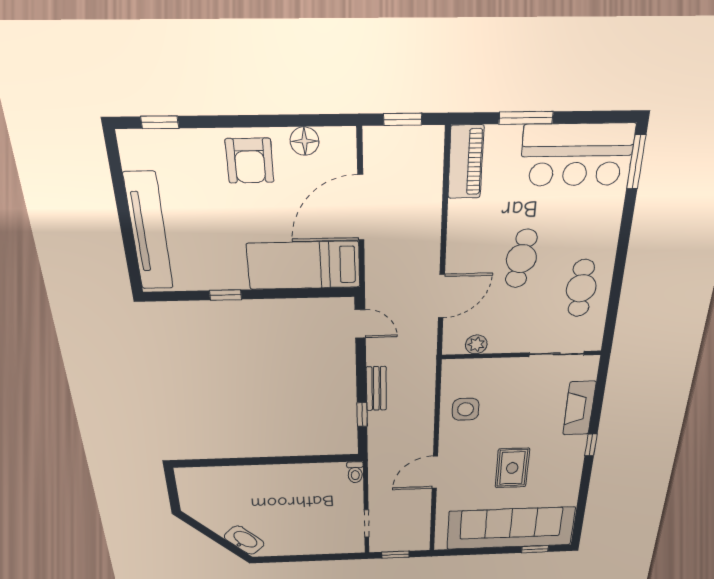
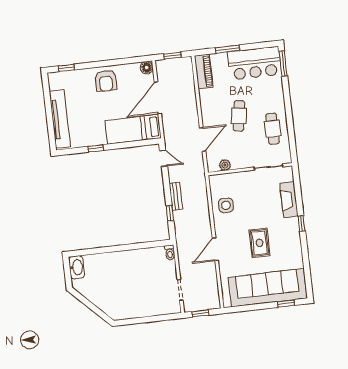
floor lamp: (304, 141) -> (147, 68), moved
washbasin: (244, 540) -> (77, 267), moved, turned 45

